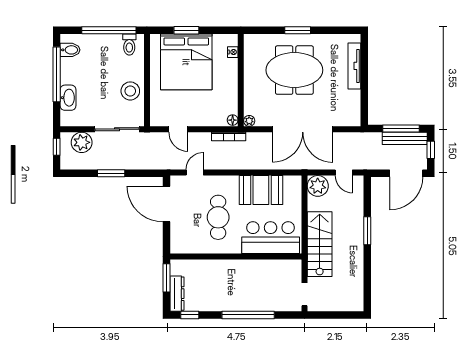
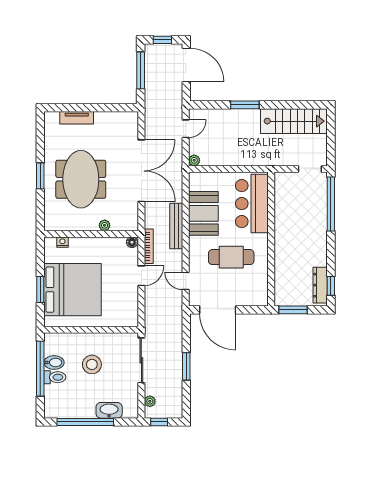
toilet: (129, 45) -> (55, 377), moved
bidet: (70, 50) -> (54, 362), moved, turned 90
tv unit: (354, 66) -> (77, 118), width x0.71
stool: (130, 91) -> (92, 364), moved
plant: (249, 121) -> (105, 225), moved
door: (178, 129) -> (141, 276), moved
bench: (405, 138) -> (176, 226), moved
plant: (82, 142) -> (150, 401), width x0.53, depth x0.53
plant: (318, 186) -> (194, 160), width x0.53, depth x0.53
door: (166, 204) -> (218, 310), hinge flipped
stairs: (320, 244) -> (294, 121), moved, turned 180
dresser: (177, 294) -> (320, 285), moved, turned -90
window: (248, 315) -> (331, 204), moved

